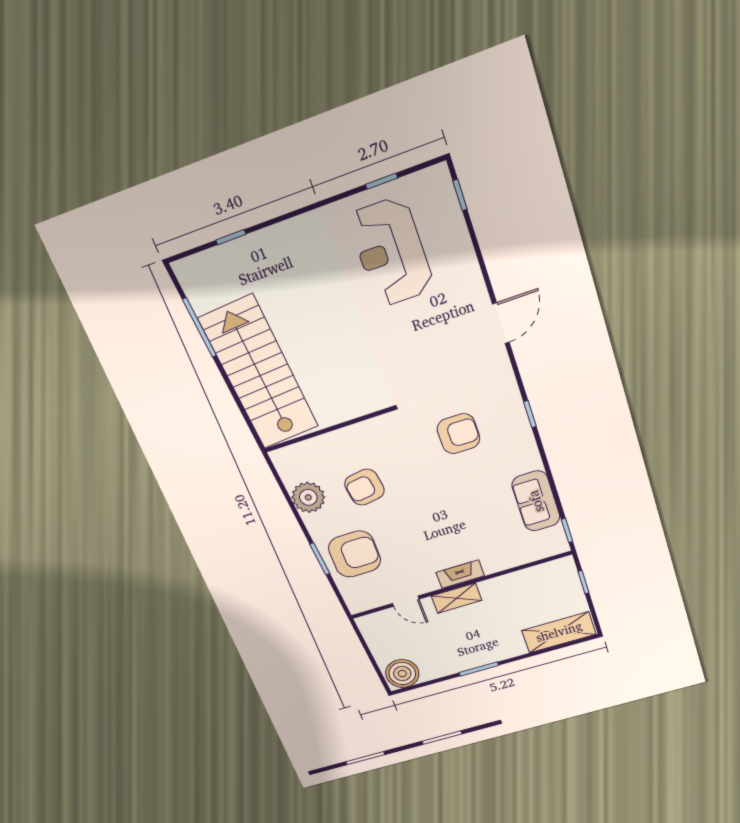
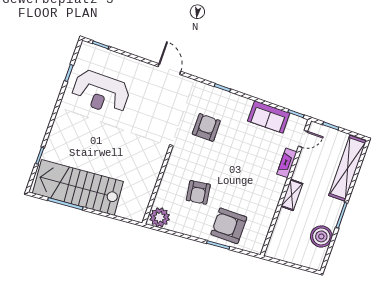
stairs: (259, 373) -> (78, 187), moved
plant: (308, 497) -> (160, 217), moved
armchair: (355, 554) -> (229, 226), turned -90
fireplace: (460, 574) -> (287, 163), moved
door: (406, 601) -> (303, 139), moved
shelving: (559, 632) -> (347, 168), width x1.47
boiler: (402, 674) -> (321, 236), moved

